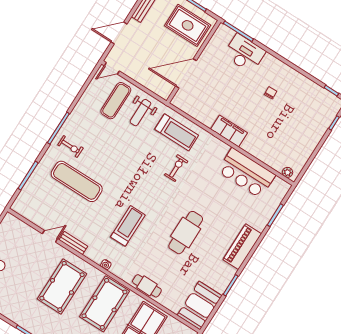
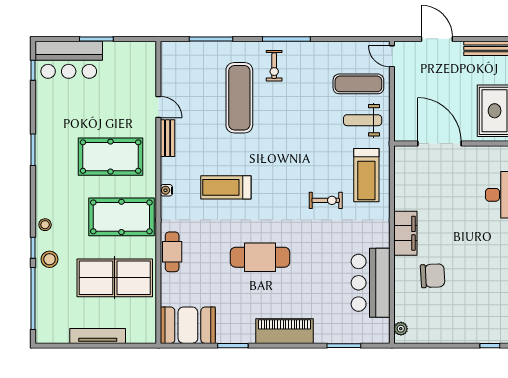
chair: (271, 93) -> (433, 276), moved, width x1.87, depth x1.87
treadmill: (128, 226) -> (226, 187), turned 180

